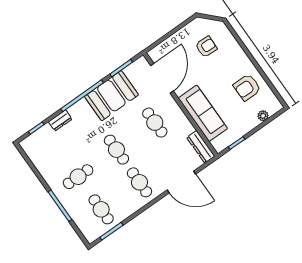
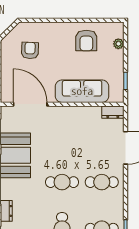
cafe table: (155, 123) -> (62, 135), removed
dresser: (201, 147) -> (113, 112), width x0.70

